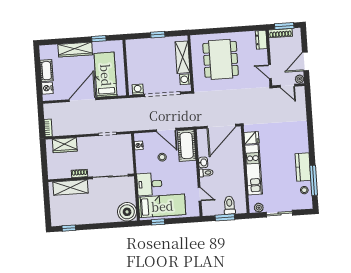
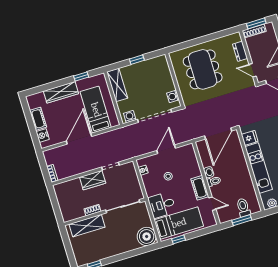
dresser: (261, 40) -> (240, 51), moved
shelving: (182, 57) -> (117, 85), moved
door: (166, 130) -> (166, 149), swing flipped
wardrobe: (65, 145) -> (93, 180), moved
cot: (187, 146) -> (200, 188), moved, width x0.73, depth x0.75

